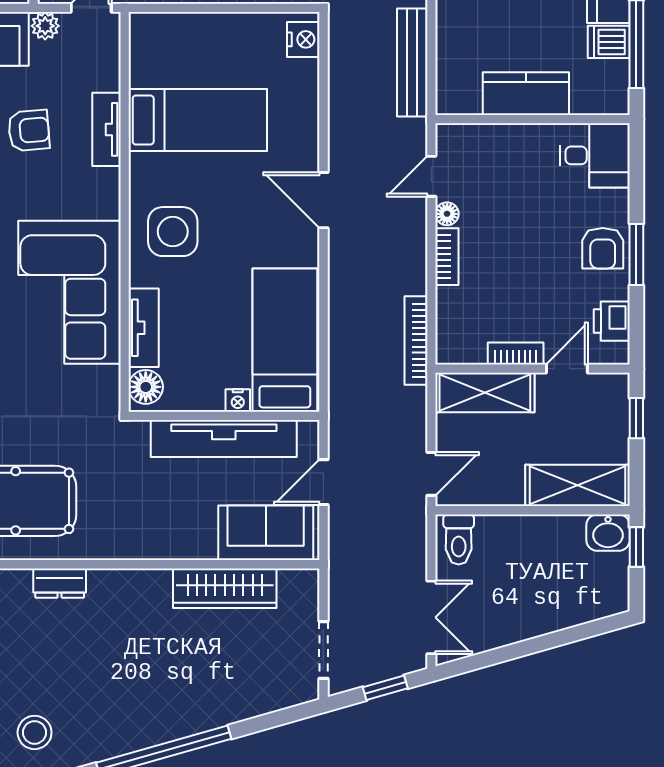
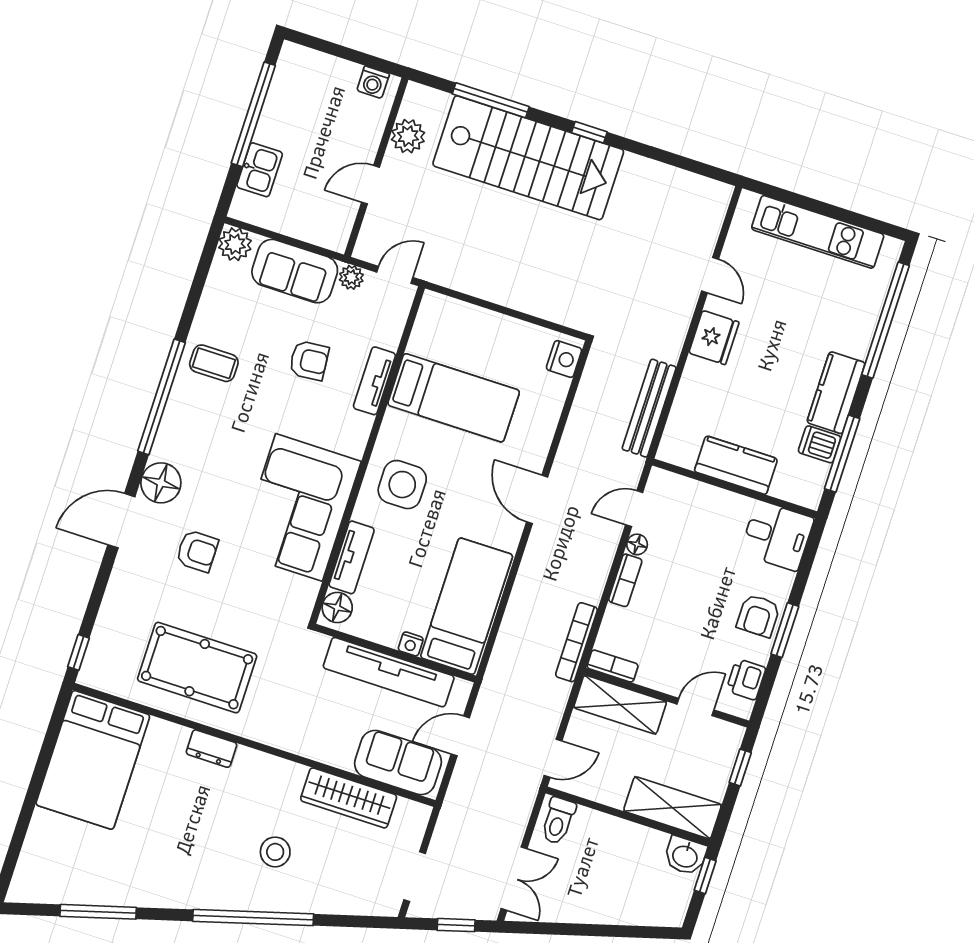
bookcase: (516, 354) -> (612, 666), moved
stool: (35, 732) -> (275, 852), moved

